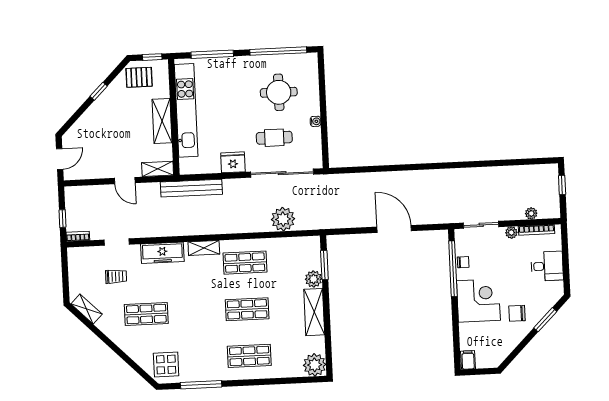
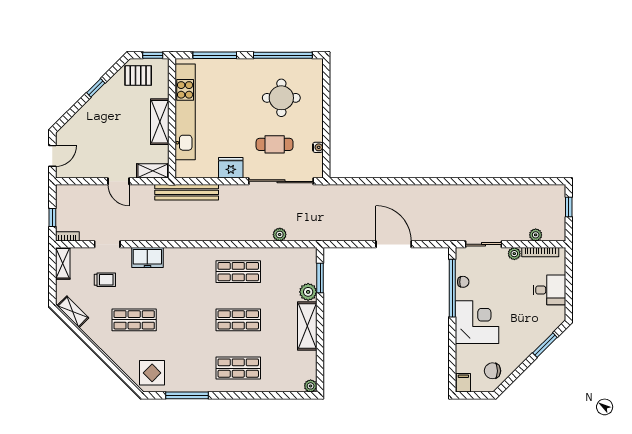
water cooler: (316, 121) -> (318, 147), moved
plant: (283, 219) -> (280, 235), width x0.53, depth x0.53
shelving: (204, 248) -> (63, 263), moved, turned 90
freezer: (162, 253) -> (147, 258), width x0.71
chair: (517, 313) -> (492, 371), moved
plant: (315, 365) -> (311, 386), width x0.53, depth x0.53

